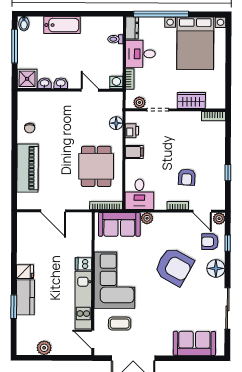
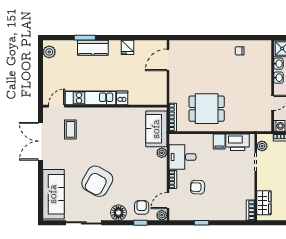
wardrobe: (191, 100) -> (264, 203), moved
floor lamp: (116, 123) -> (244, 126), removed
printer: (132, 131) -> (238, 142), width x1.87, depth x1.48
piano: (28, 168) -> (205, 49), removed
desk: (139, 194) -> (182, 157), moved
door: (53, 211) -> (168, 60), moved
armchair: (174, 267) -> (97, 181), moved
fridge: (25, 272) -> (128, 47), moved
corner sofa: (115, 280) -> (108, 125), removed
sofa: (194, 343) -> (53, 194), width x1.36
plant: (44, 348) -> (49, 52), moved

